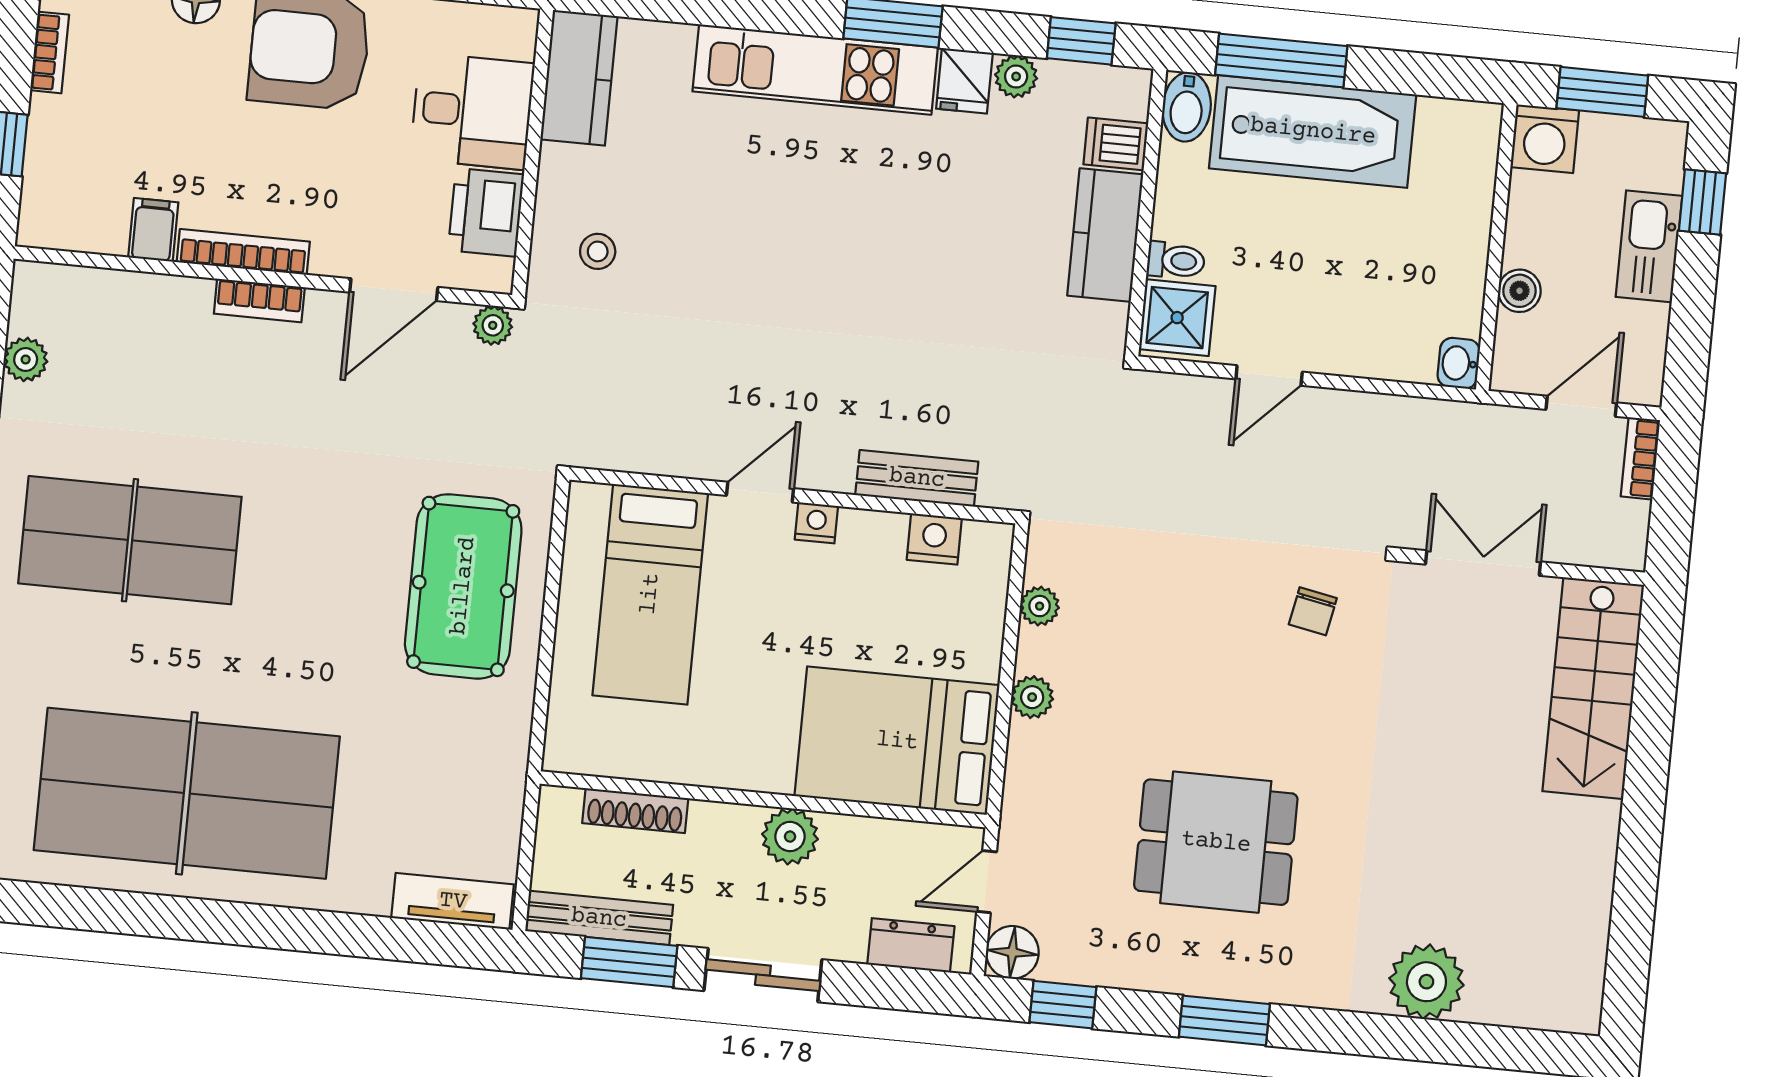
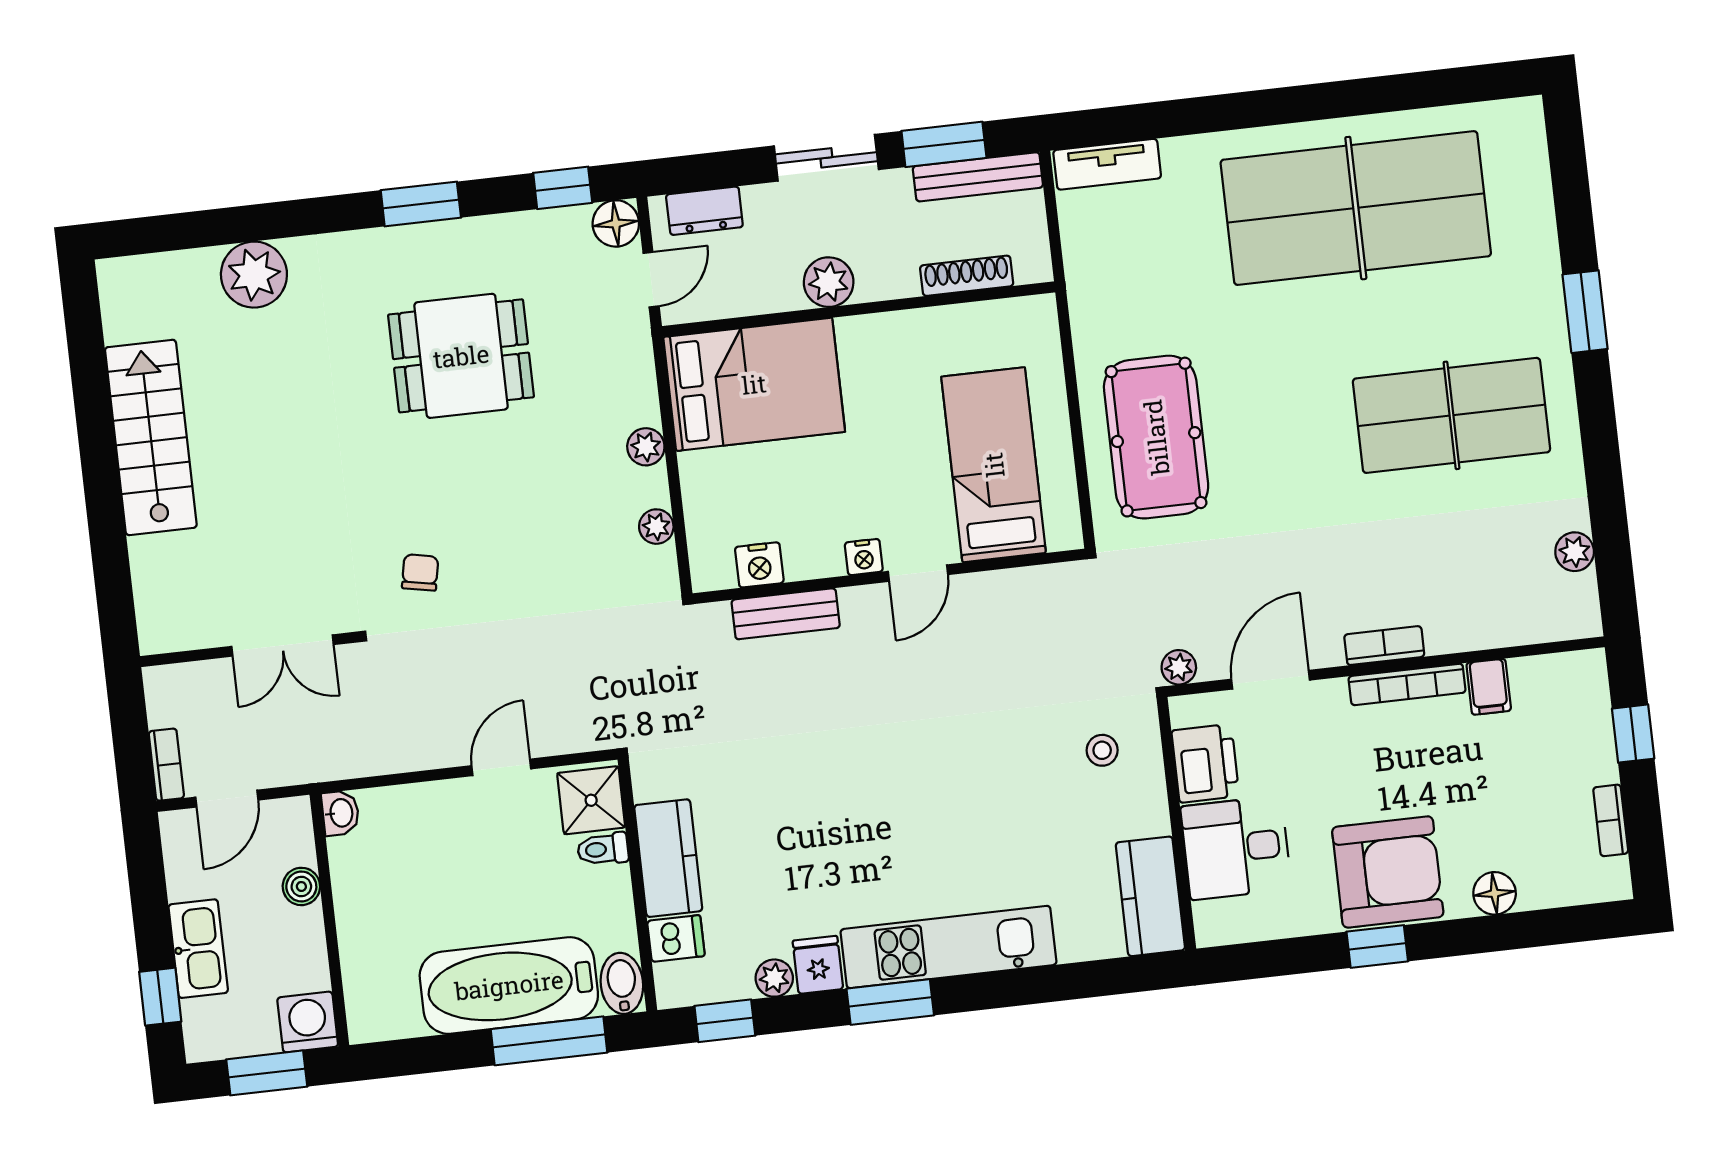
stairs: (1593, 688) -> (151, 437), moved

